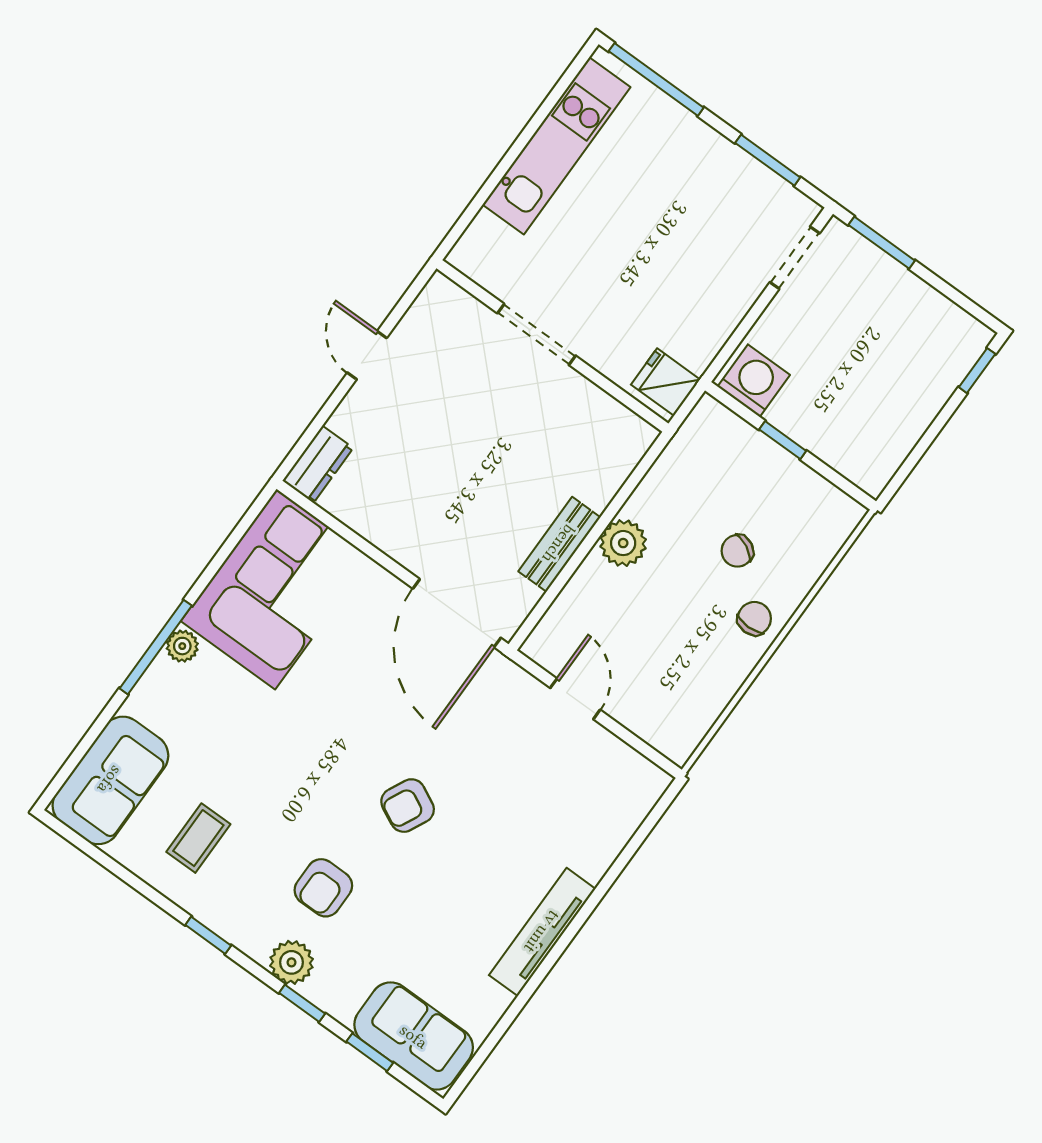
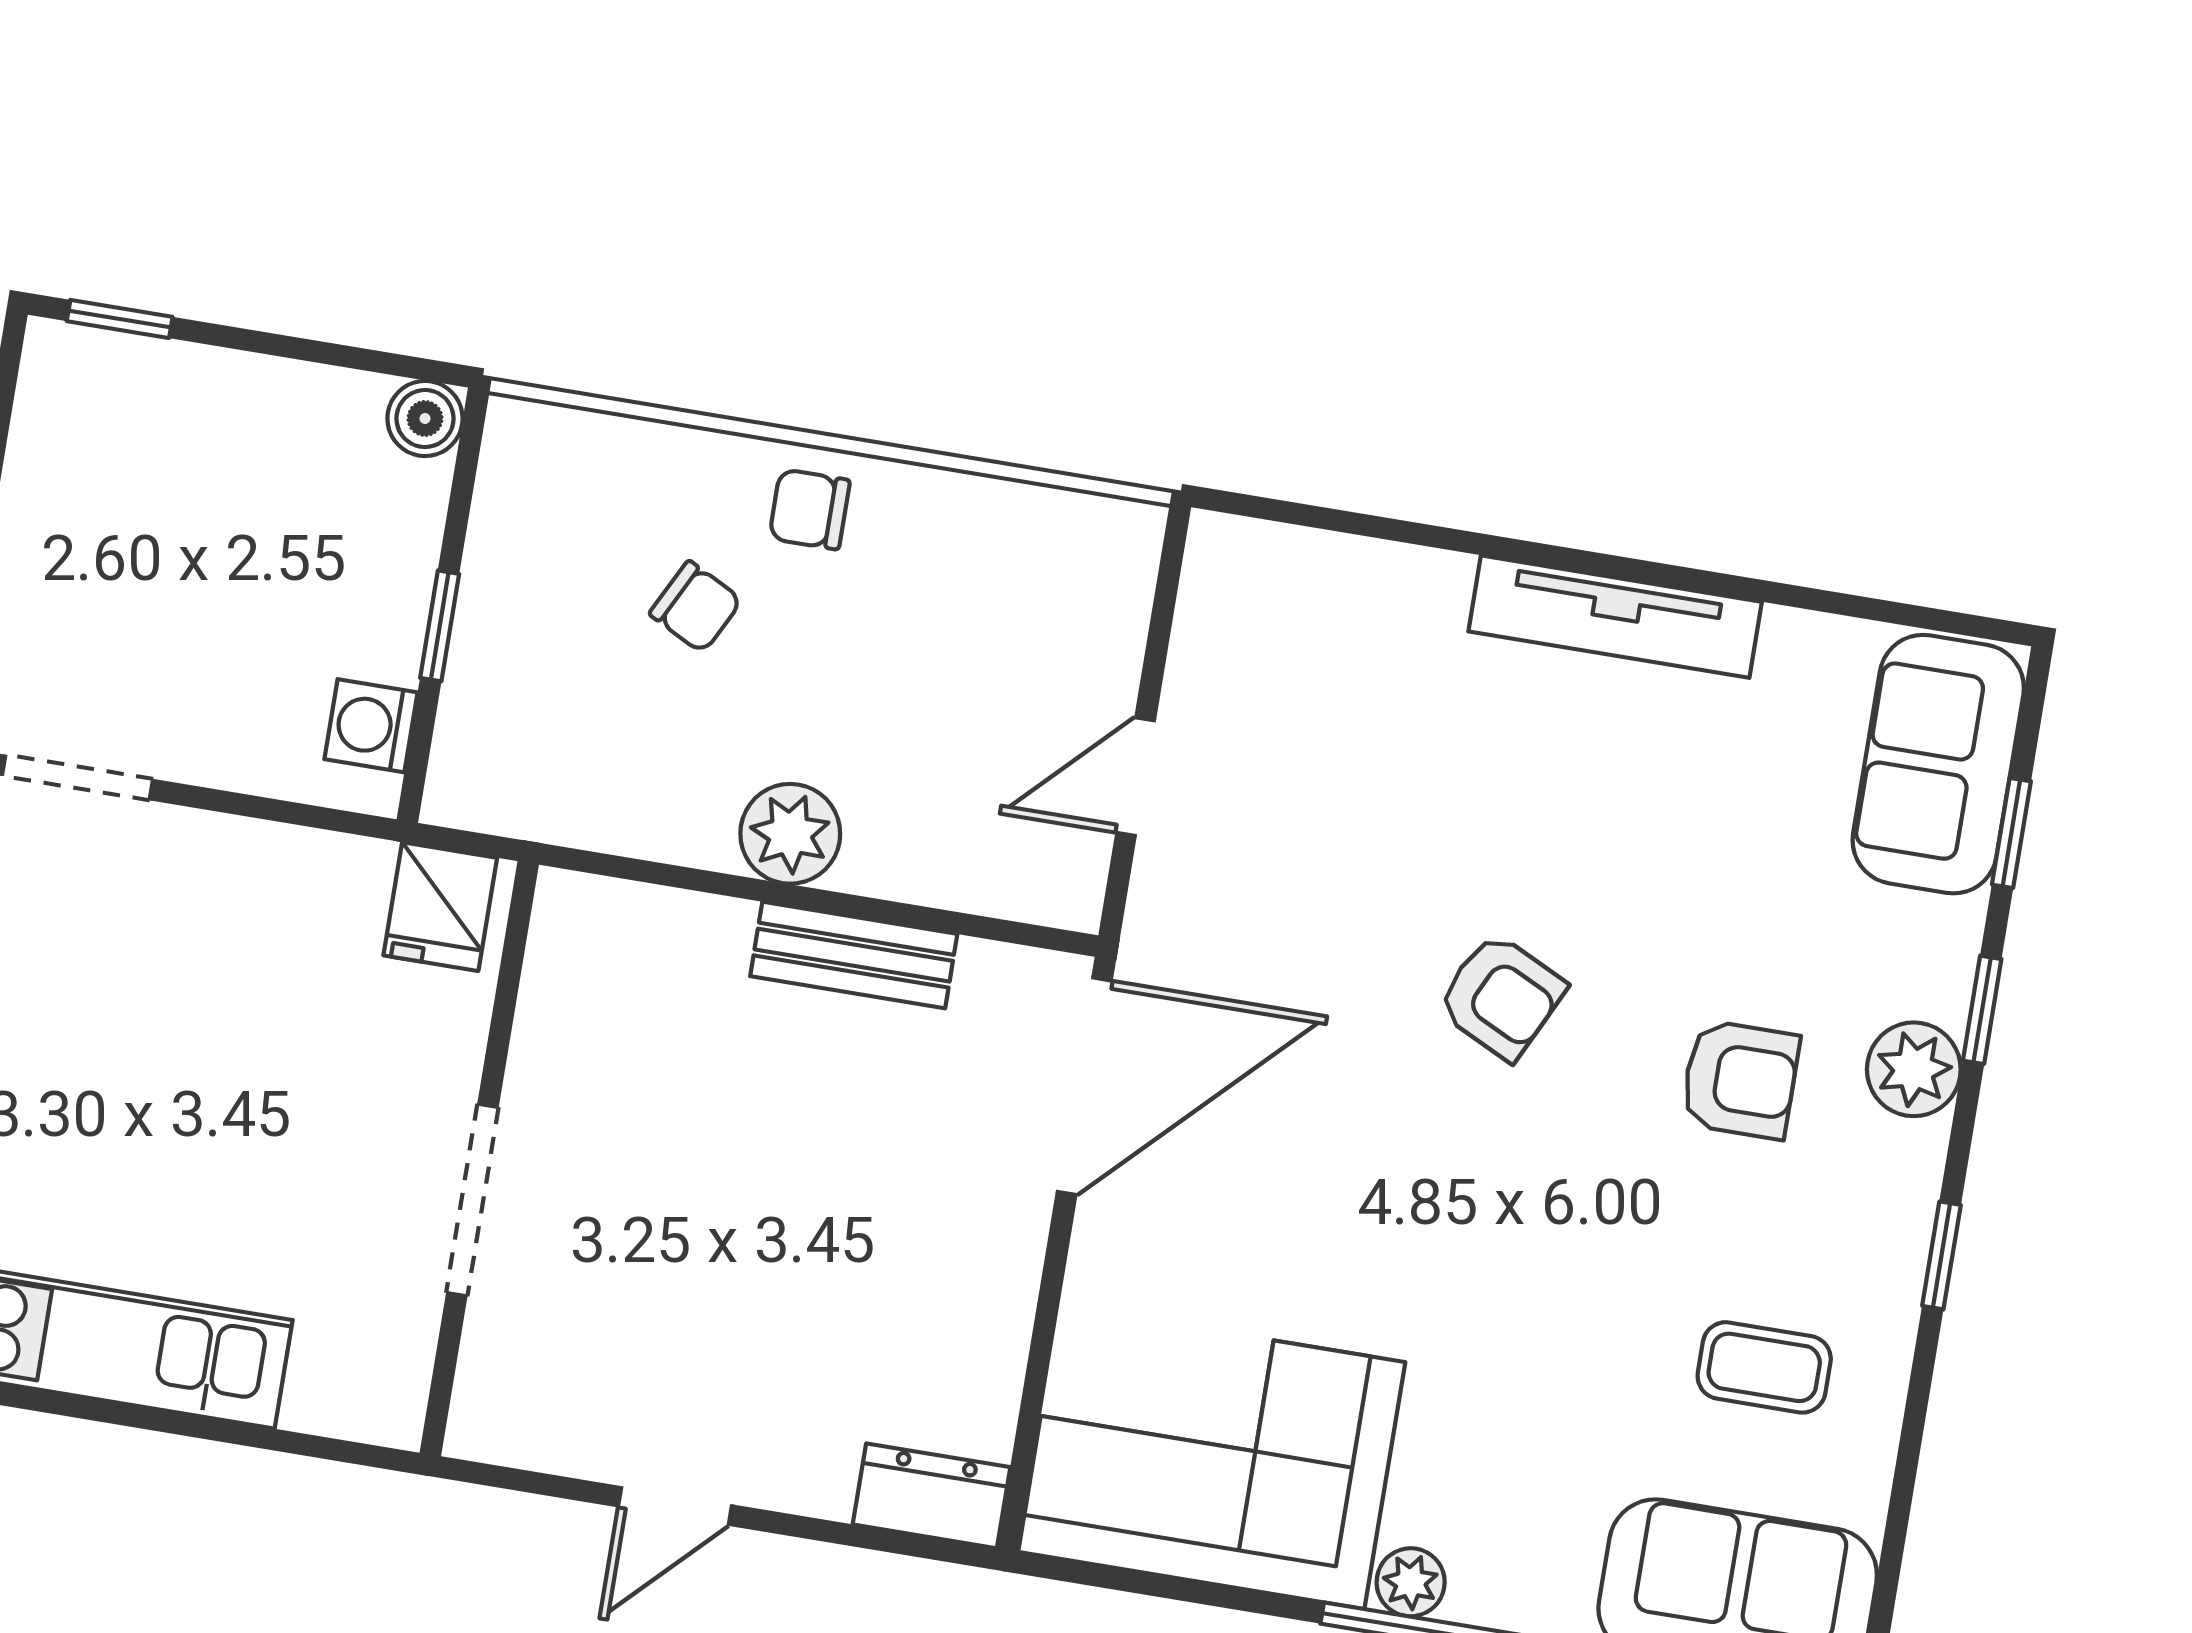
washing machine: (754, 381) -> (371, 726), width x0.73, depth x0.73
boiler: (872, 477) -> (425, 419), added

